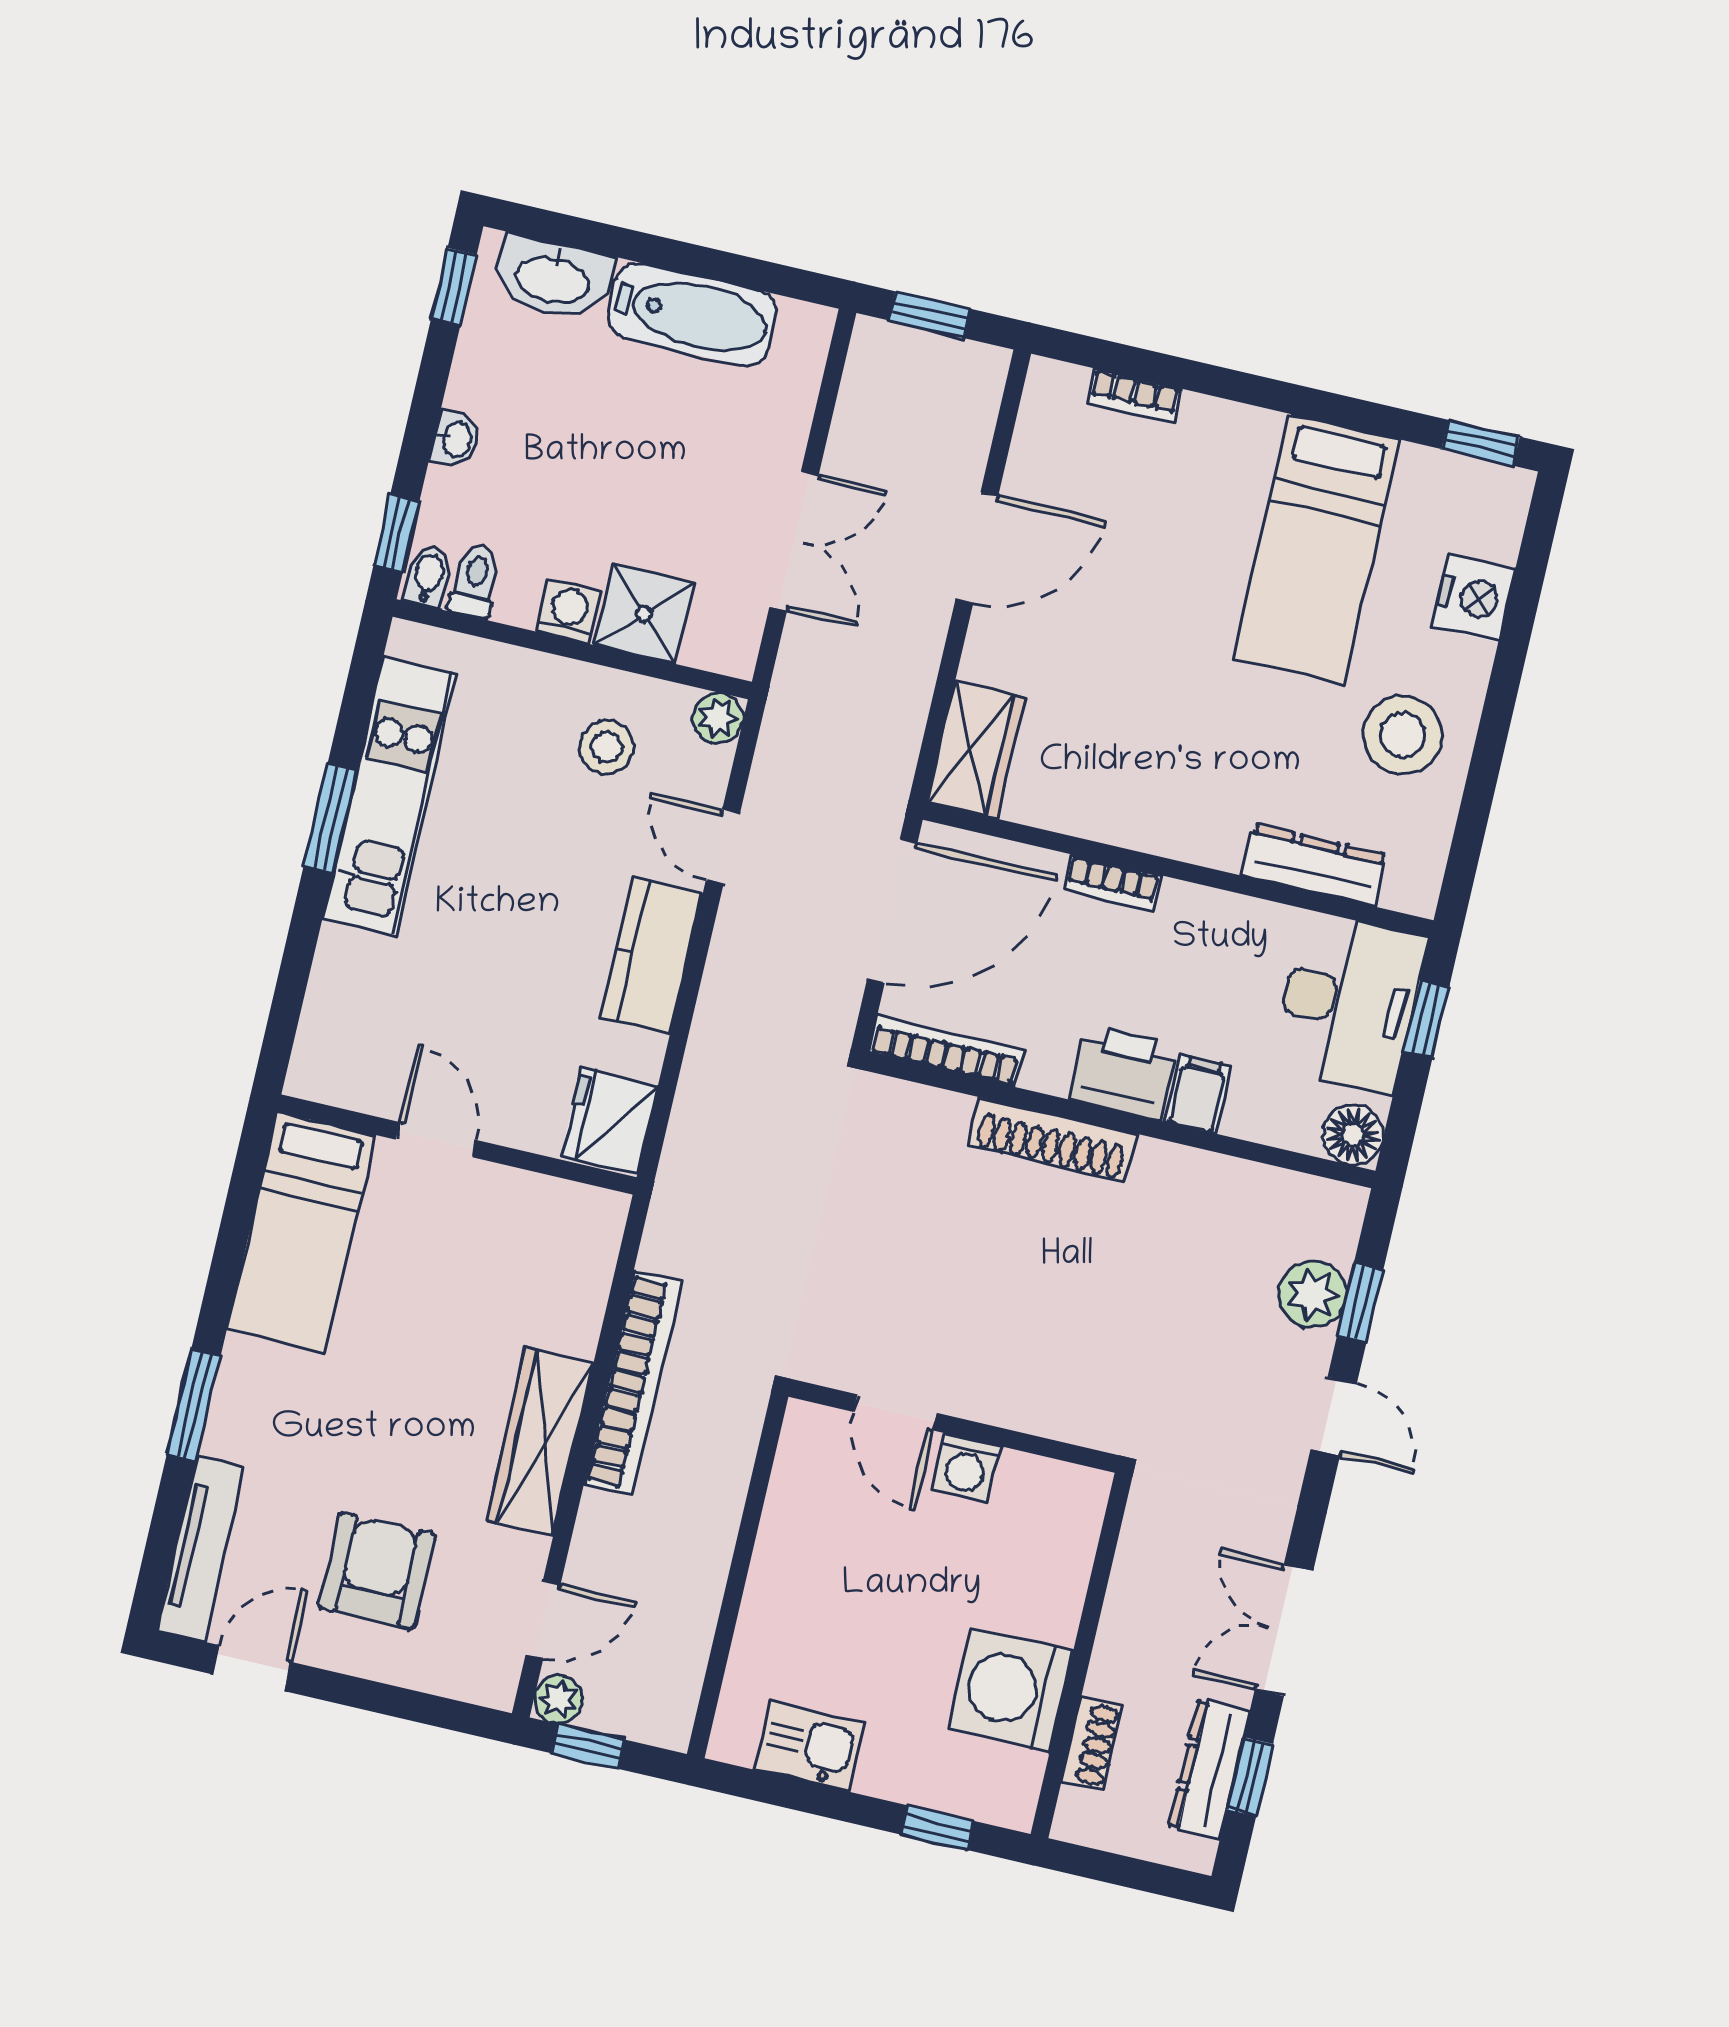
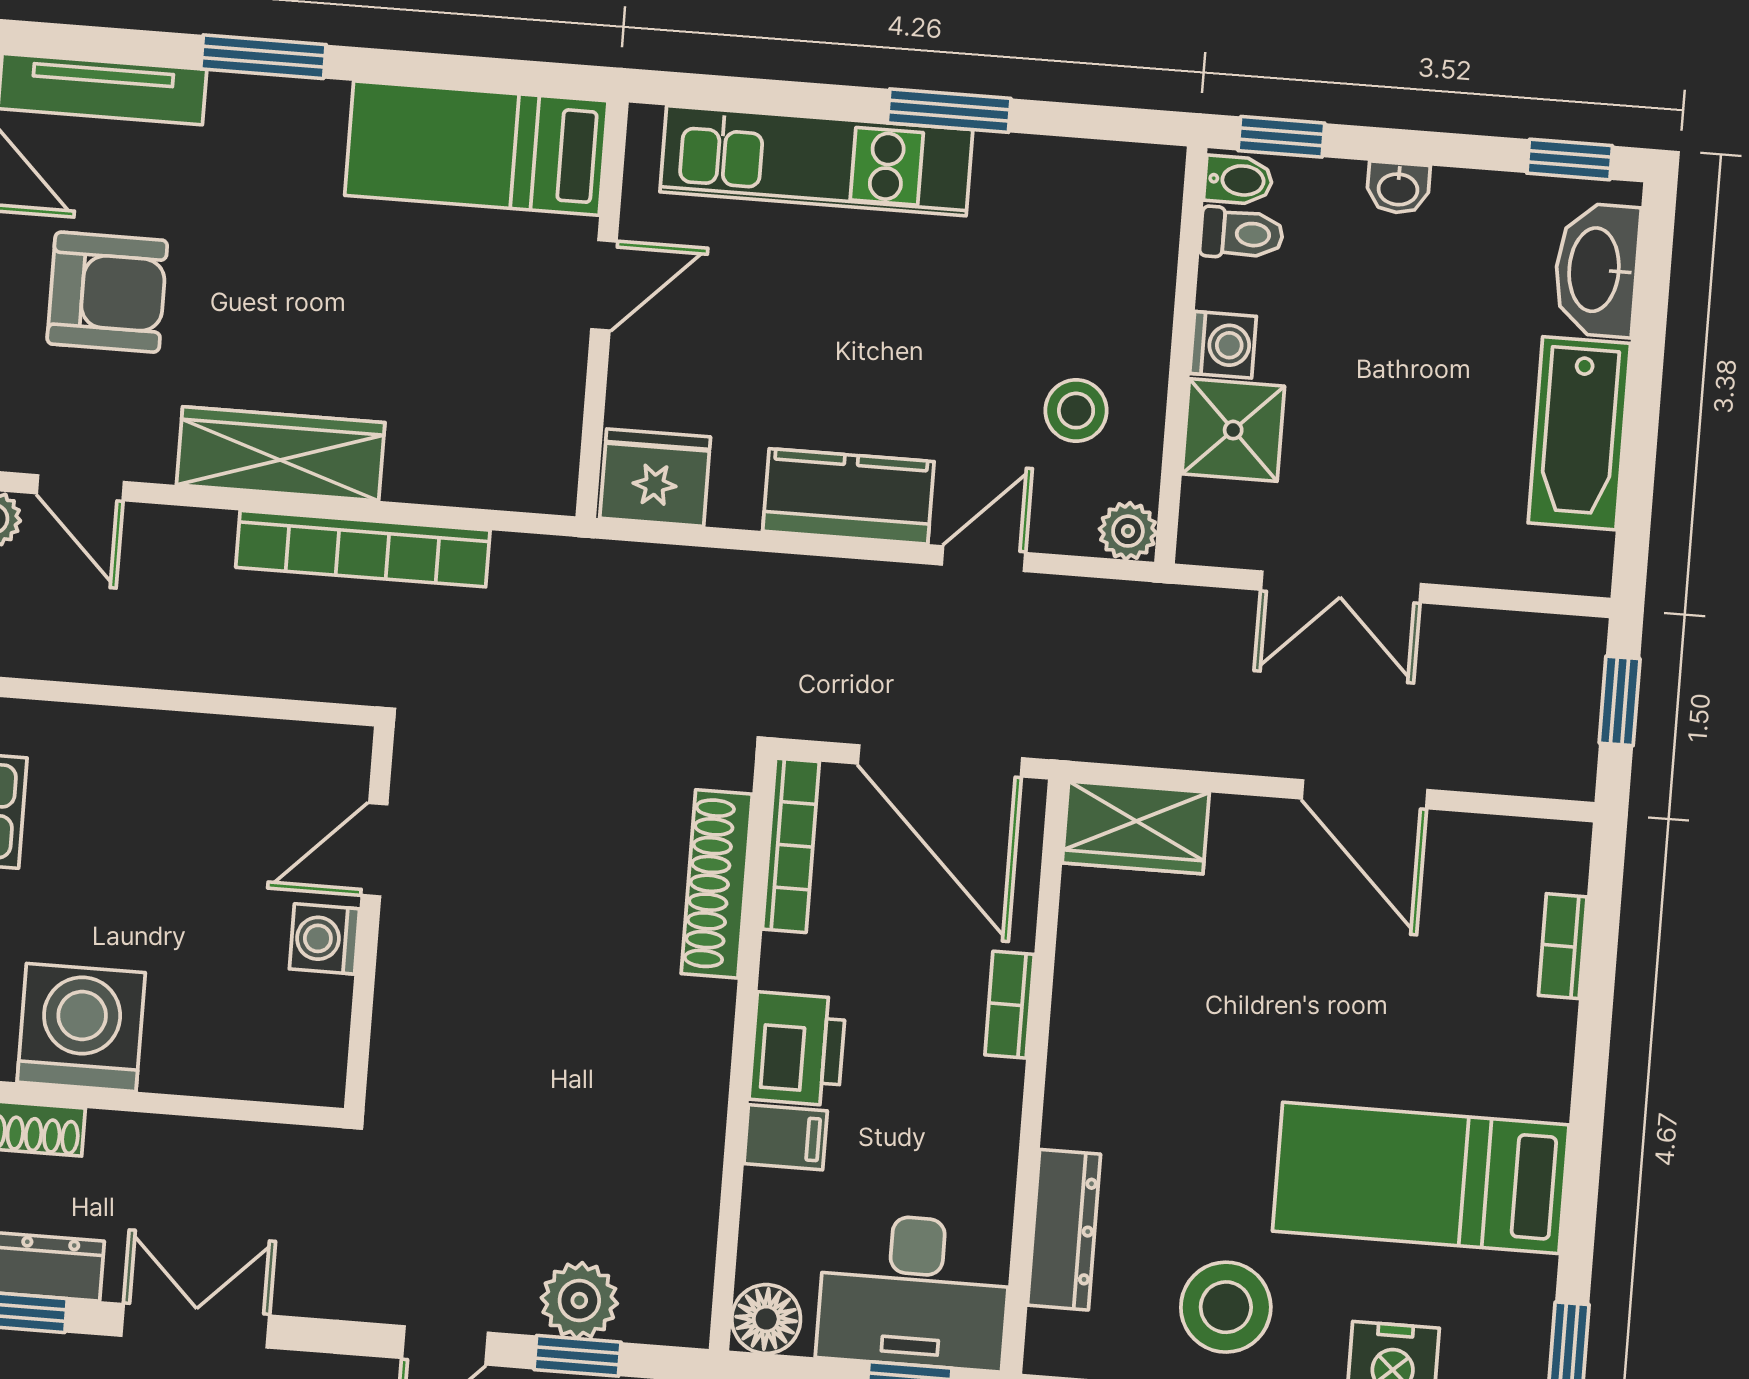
kitchen unit: (390, 796) -> (816, 161), moved
shoe rack: (1052, 1140) -> (717, 884), moved

